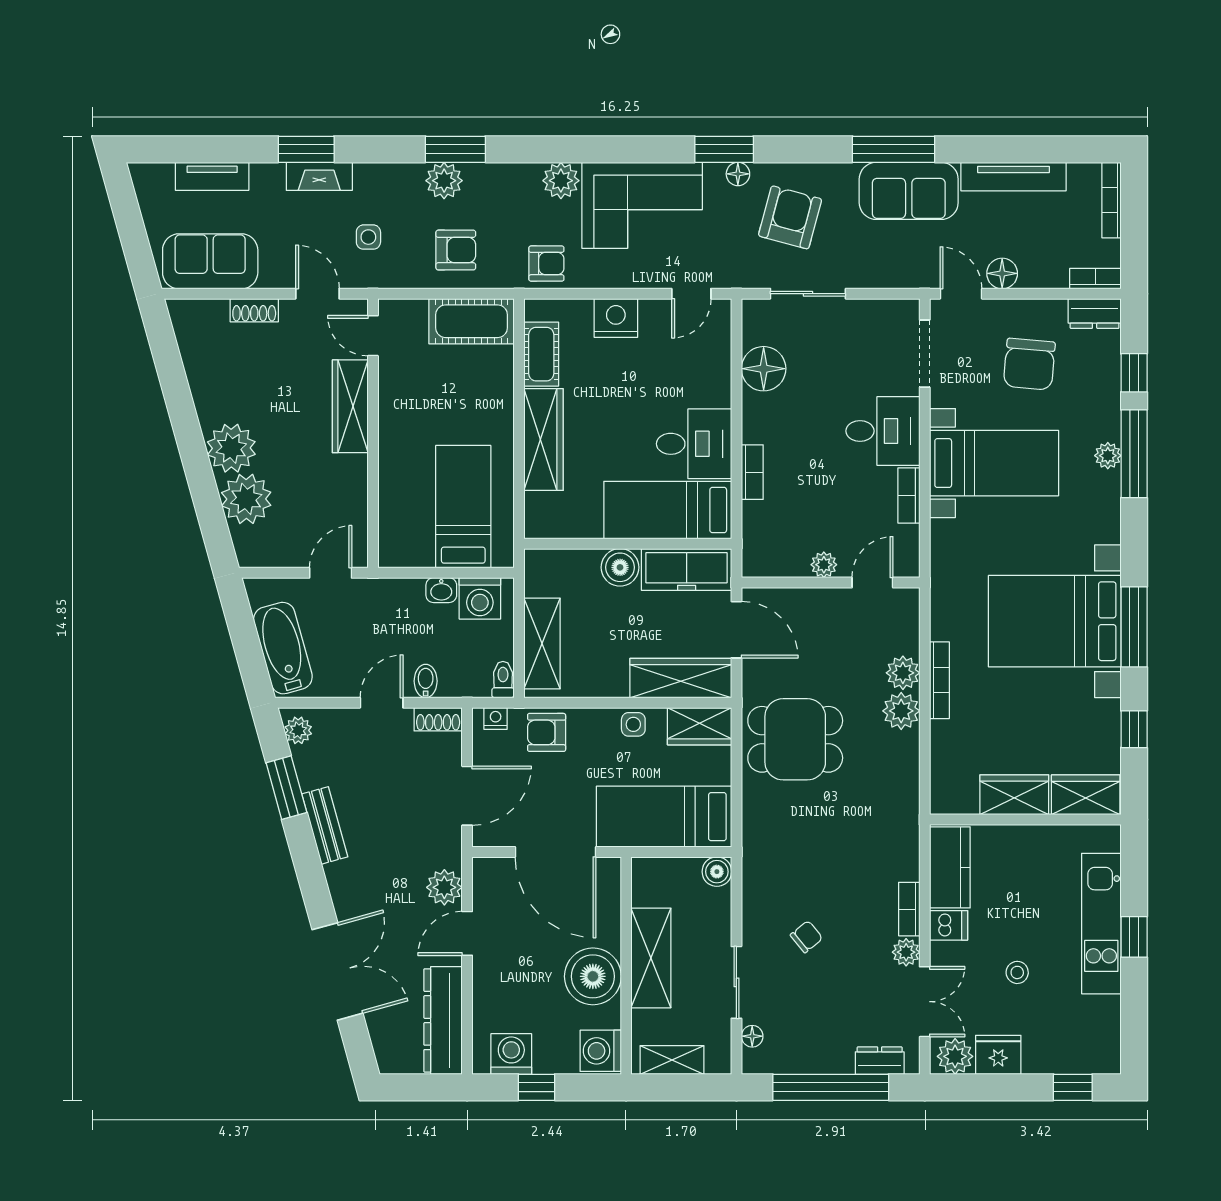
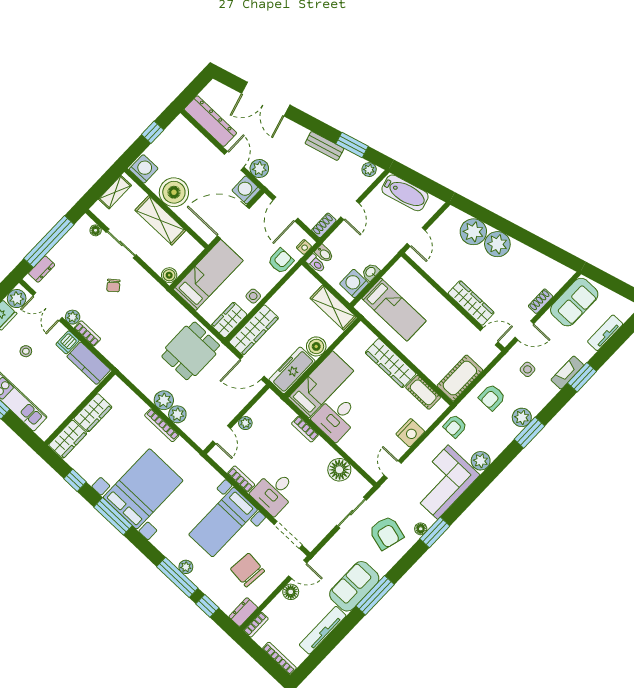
shelving: (542, 643) -> (333, 308), moved
bidet: (426, 681) -> (324, 254), moved
washing machine: (511, 1054) -> (246, 190), moved, turned 180

